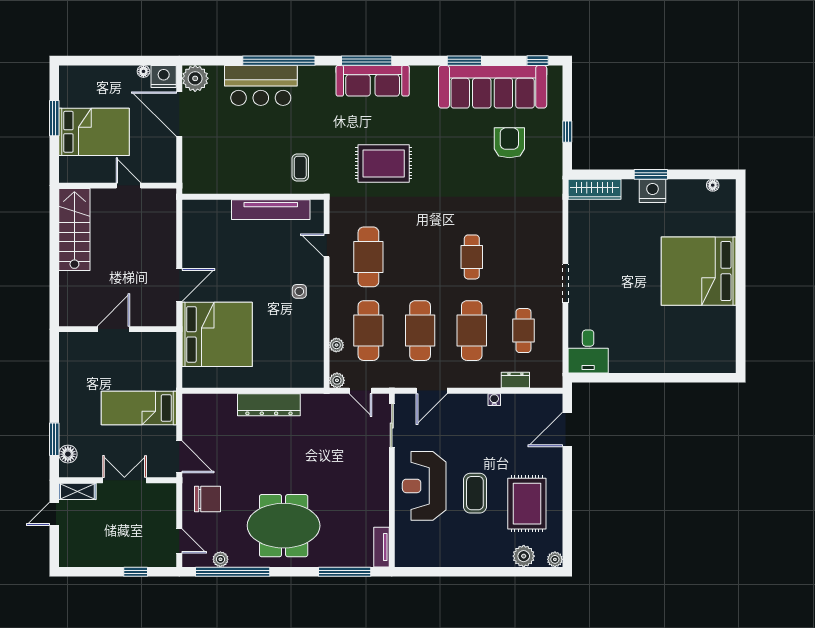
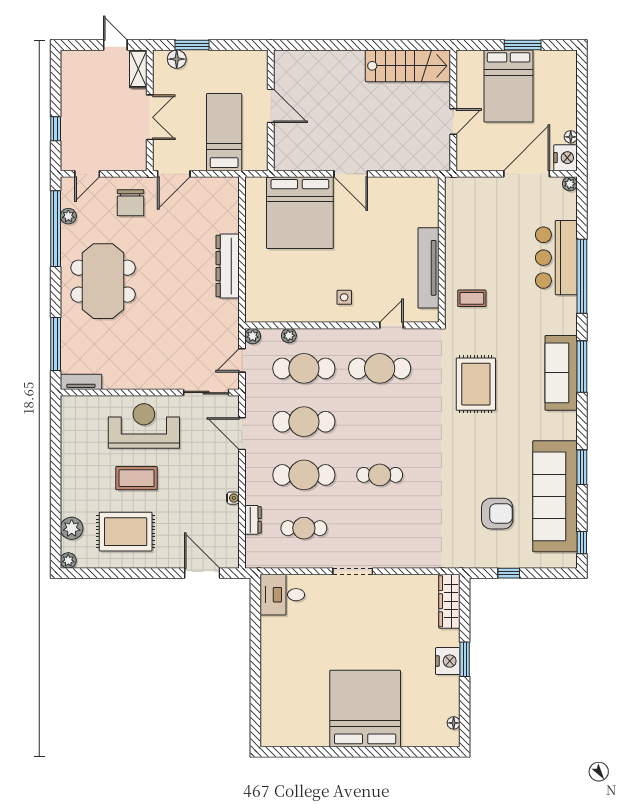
plant: (195, 78) -> (570, 184), width x0.53, depth x0.53
door: (113, 329) -> (271, 106), moved
wall: (118, 329) -> (271, 110), moved

